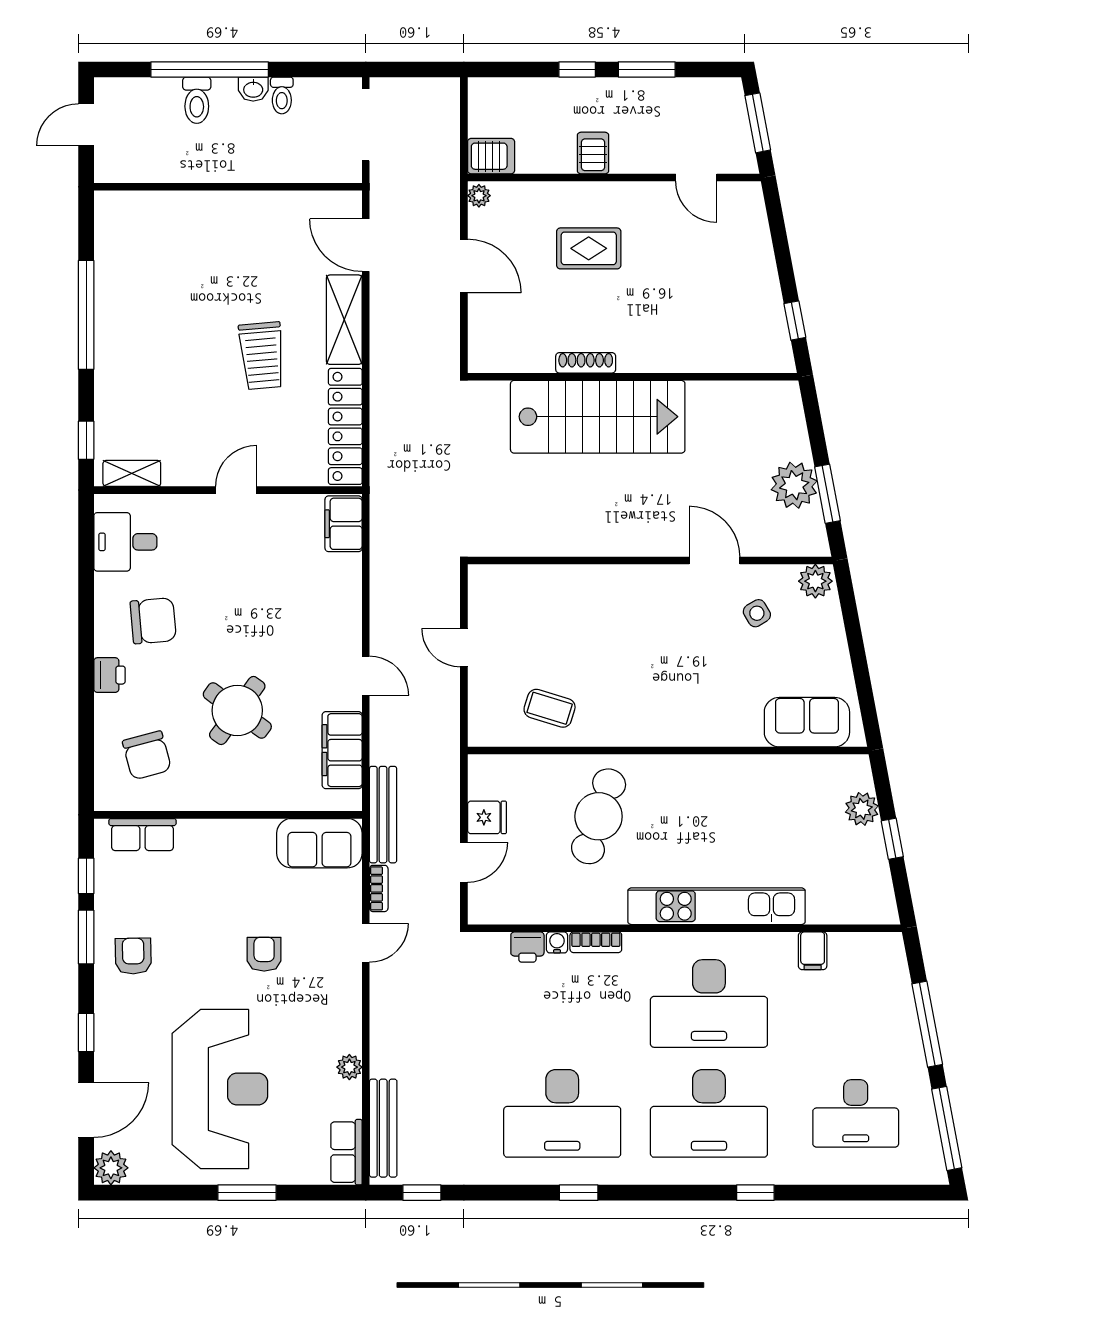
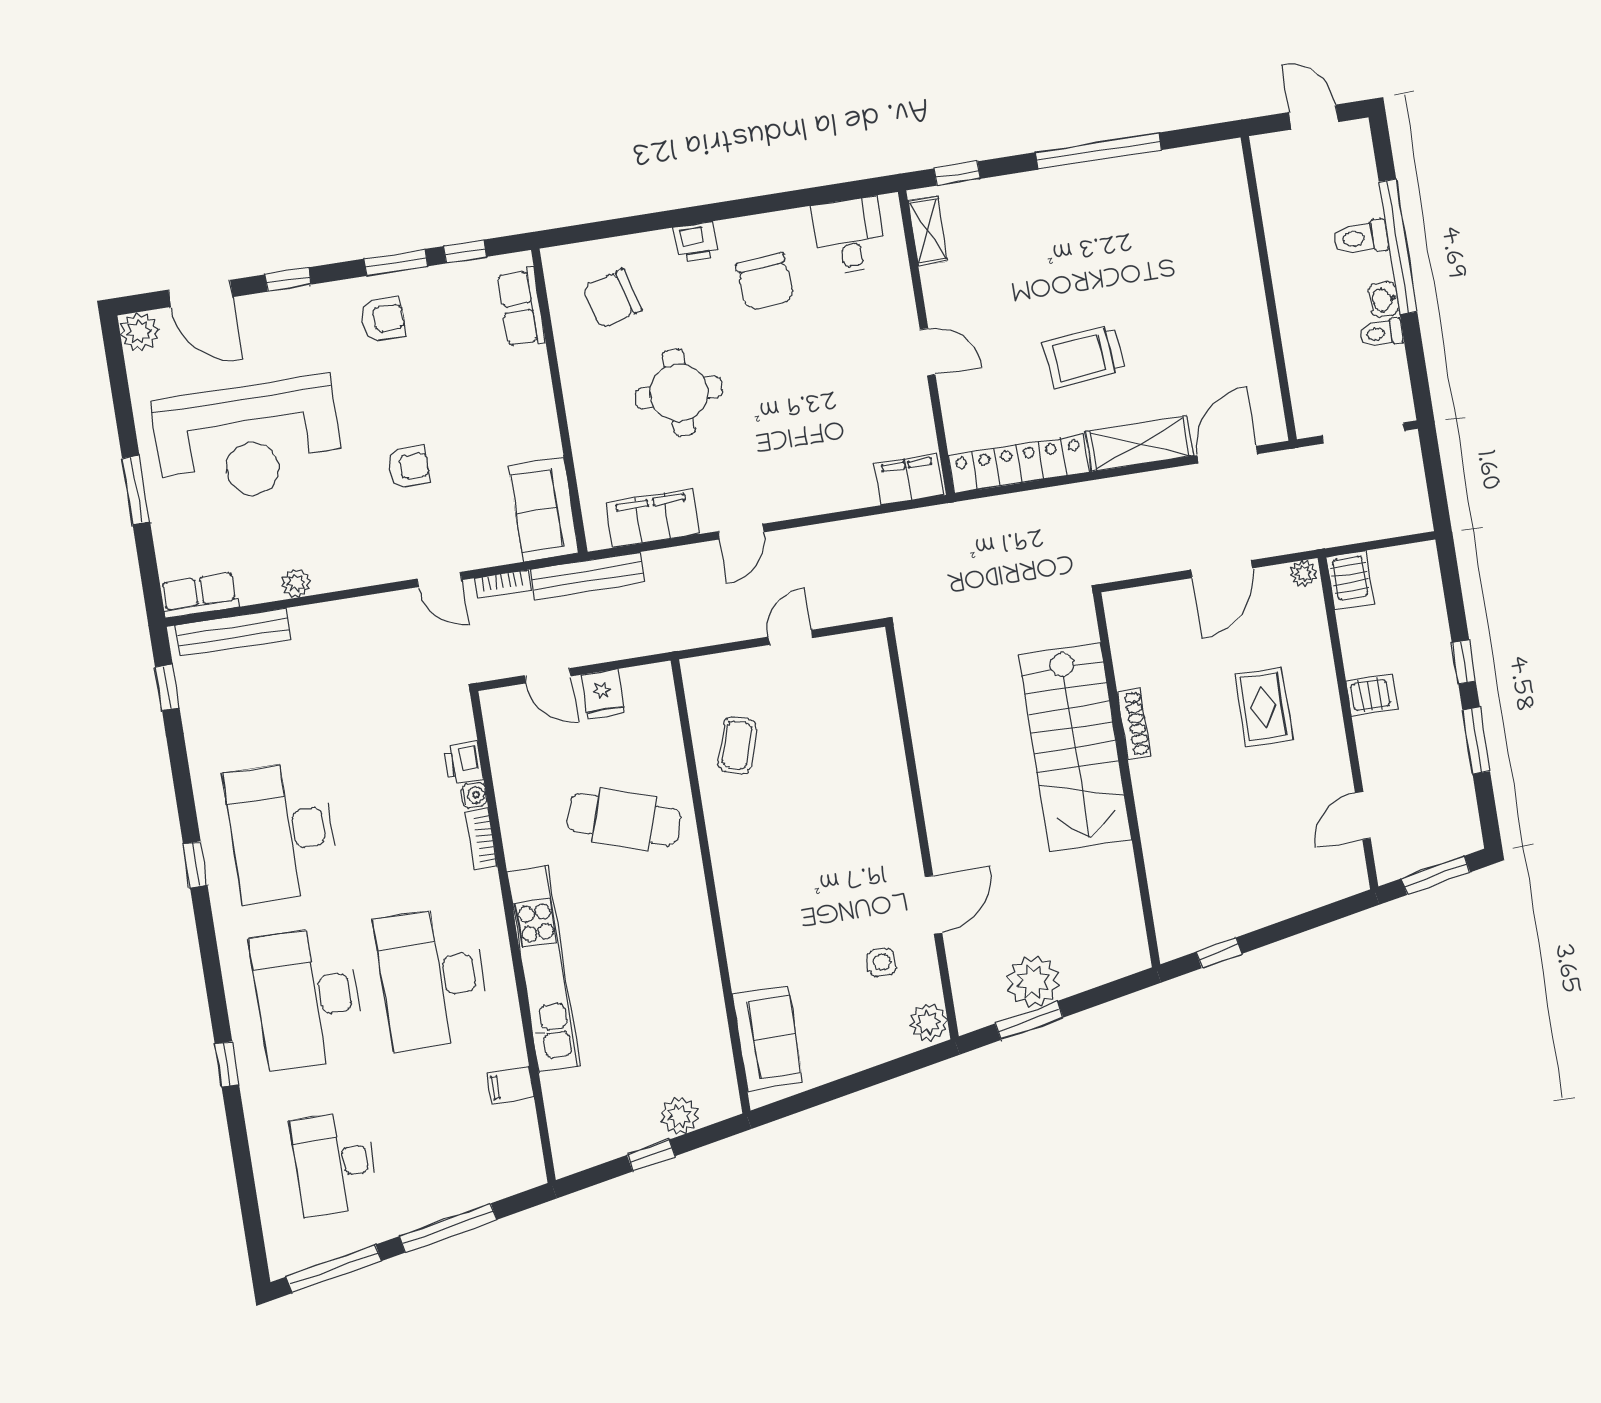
side table: (757, 613) -> (882, 962), turned 31
round table: (237, 710) -> (679, 393), turned -36

